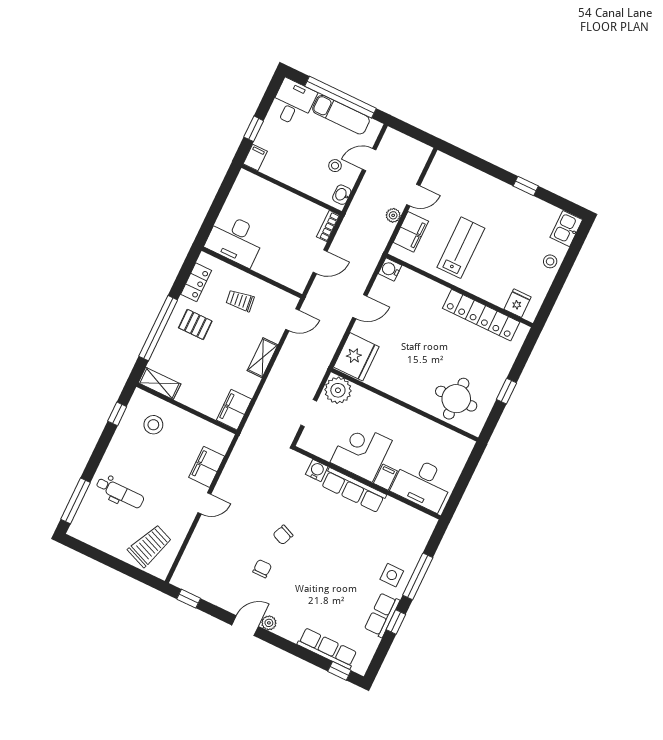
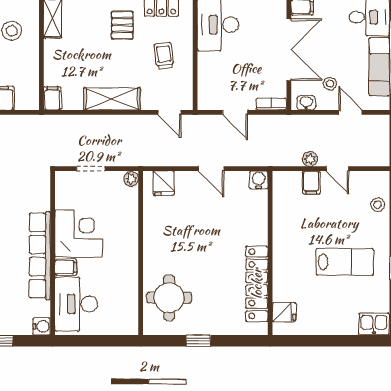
double door: (288, 188) -> (289, 50), added
filing cabinet: (411, 232) -> (311, 183), width x0.50
lab bench: (461, 248) -> (345, 262), moved
stool: (550, 261) -> (378, 205), moved
fridge: (356, 357) -> (164, 183), width x0.53, depth x0.75
shelving: (263, 358) -> (112, 99), width x1.50, depth x1.33
plant: (338, 390) -> (131, 179), width x0.53, depth x0.53
filing cabinet: (234, 410) -> (52, 98), width x0.50
water cooler: (317, 470) -> (42, 326), moved
row of seats: (354, 490) -> (40, 256), width x1.36

